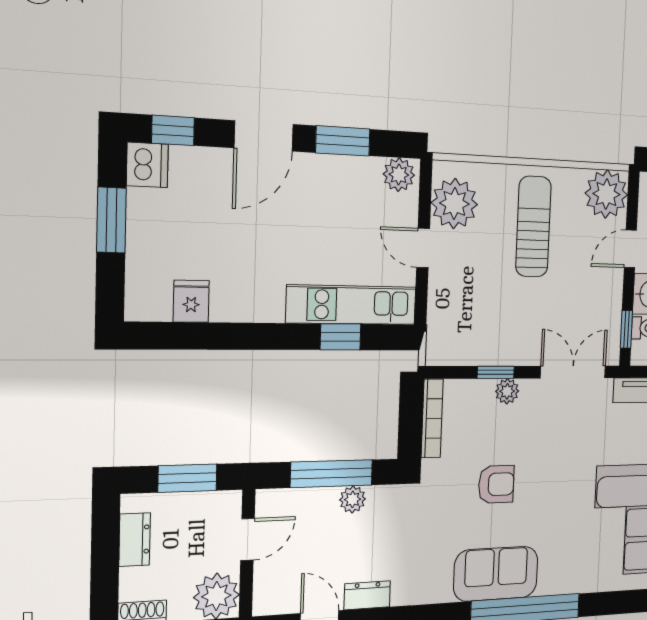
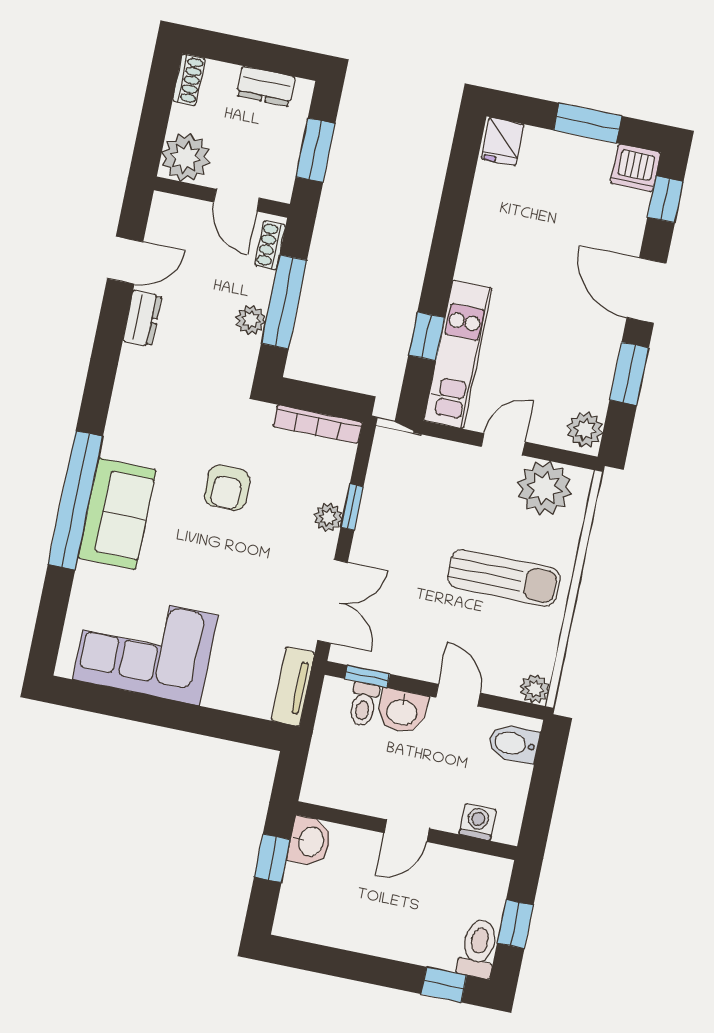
plant: (606, 194) -> (535, 689), width x0.53, depth x0.53
fridge: (191, 301) -> (503, 141), moved, turned 90
shoe rack: (283, 499) -> (270, 245), added
sofa: (496, 574) -> (117, 514), moved

